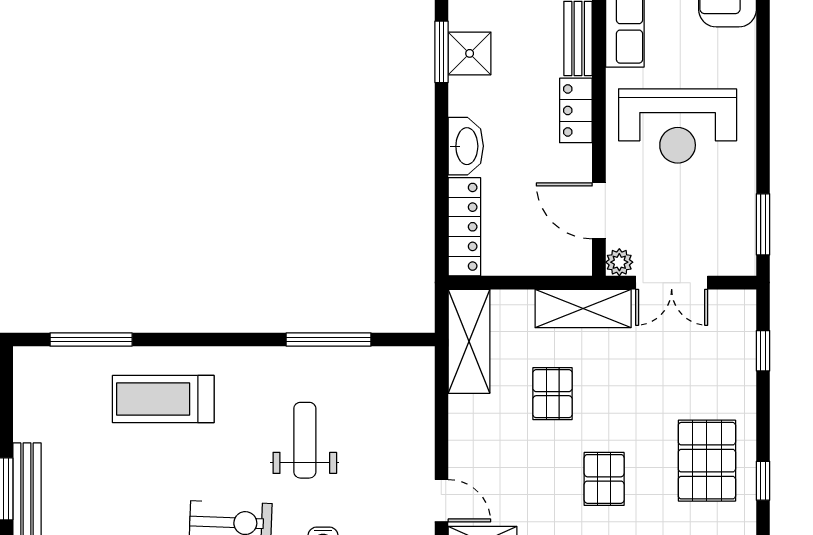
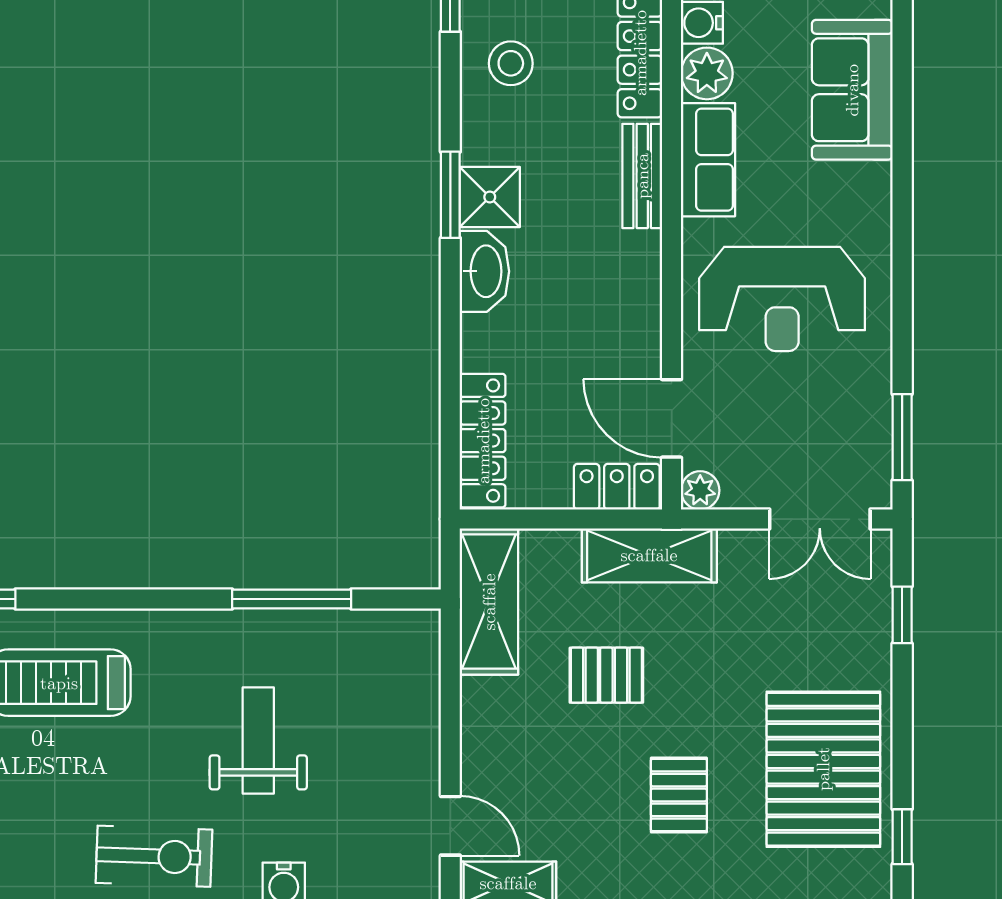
locker: (576, 110) -> (617, 487), moved, turned 90
washbasin: (466, 146) -> (484, 271), moved
double door: (672, 283) -> (820, 519), moved
pallet: (553, 394) -> (606, 675), turned 90
pallet: (707, 461) -> (823, 769), width x1.37, depth x1.41
window: (763, 481) -> (902, 837), moved

